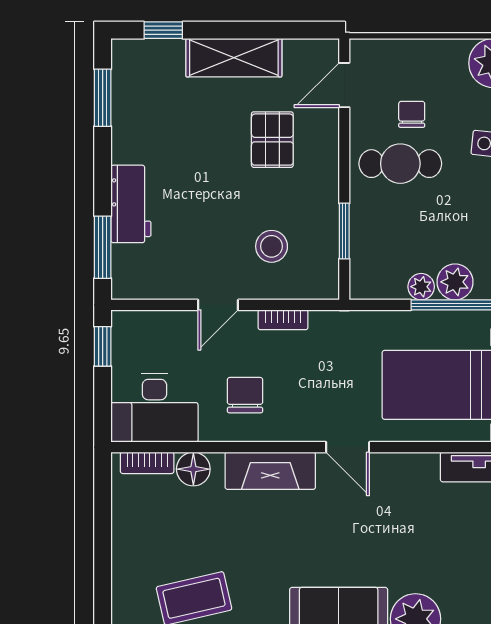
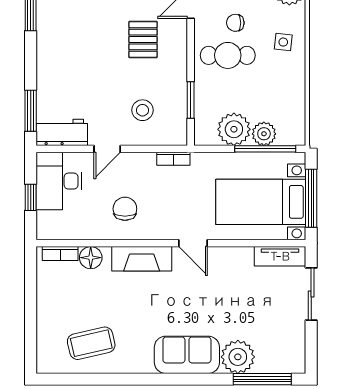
chair: (412, 114) -> (235, 23), turned -90
workbench: (131, 204) -> (62, 132), moved, turned -90
plant: (421, 287) -> (234, 129), width x1.87, depth x1.87
bookcase: (283, 320) -> (173, 159), moved
window: (103, 346) -> (31, 197), moved
desk: (154, 408) -> (59, 181), moved, turned 90

